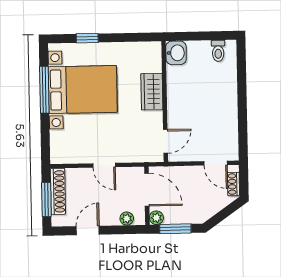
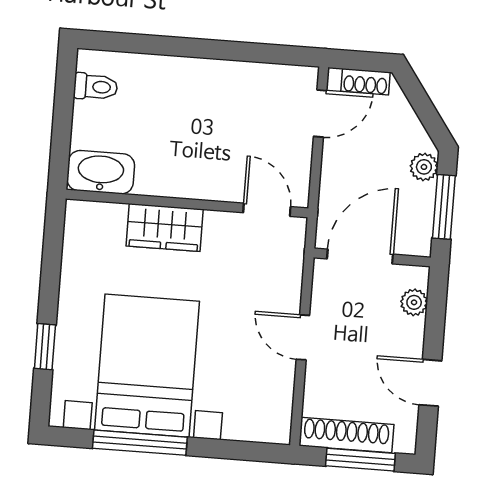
washbasin: (176, 53) -> (101, 172), width x1.38
door: (104, 165) -> (303, 337), swing flipped
plant: (156, 218) -> (424, 167), moved

